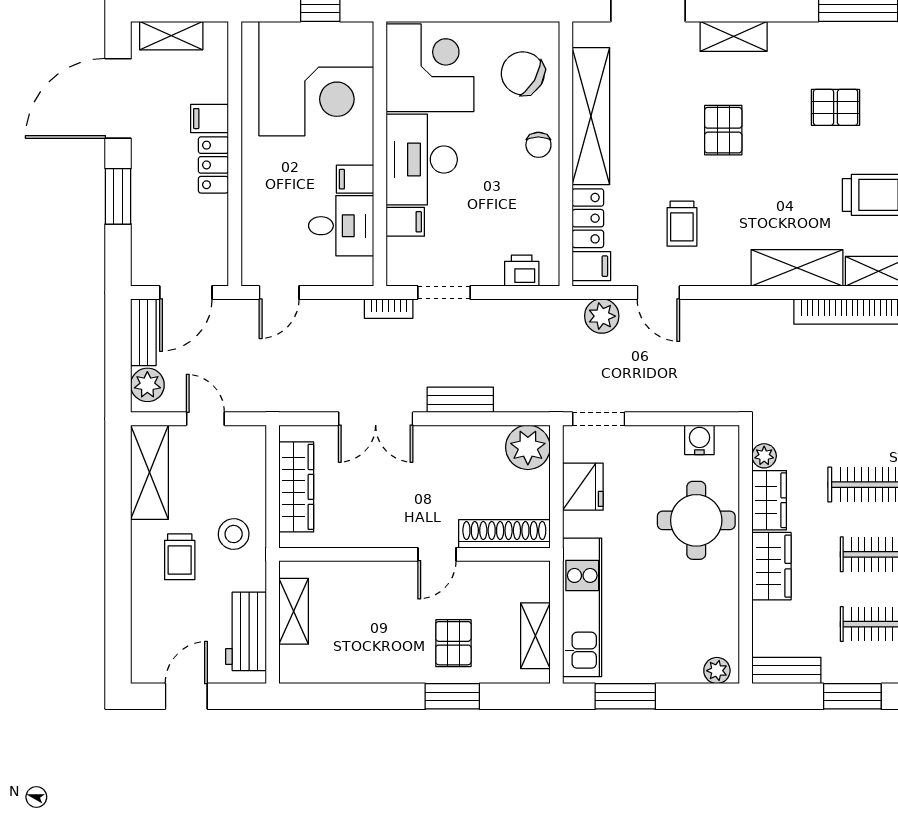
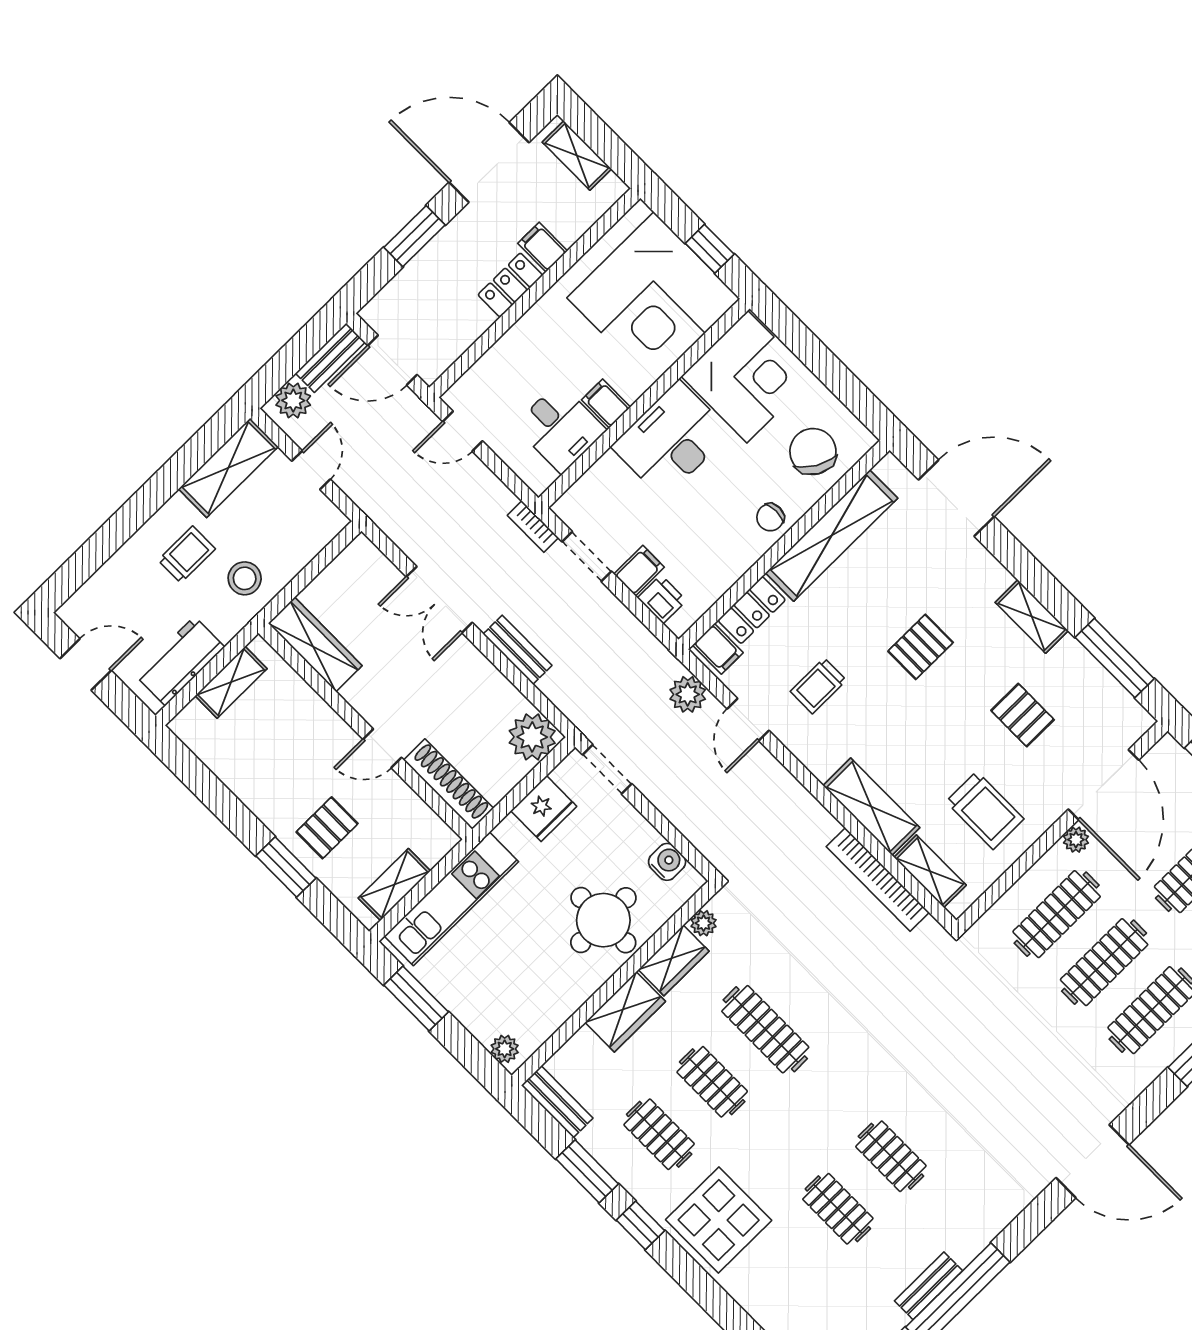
shelving: (734, 36) -> (1032, 616), moved
filing cabinet: (405, 222) -> (639, 571), moved, turned -90
wardrobe: (296, 487) -> (315, 644), moved, turned -90
trolley: (180, 557) -> (187, 555), turned 180

